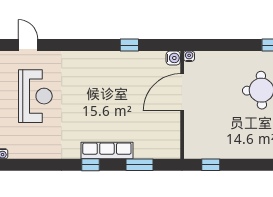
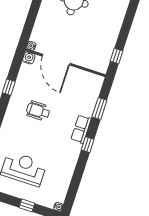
wheelchair: (112, 91) -> (38, 111), added
row of seats: (107, 151) -> (81, 129), width x0.68

